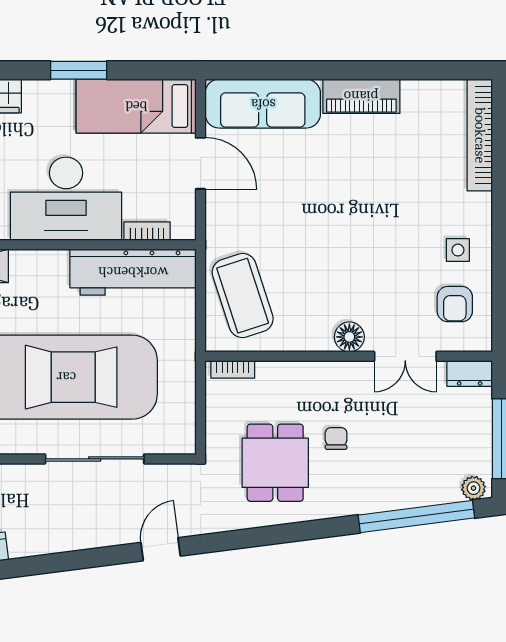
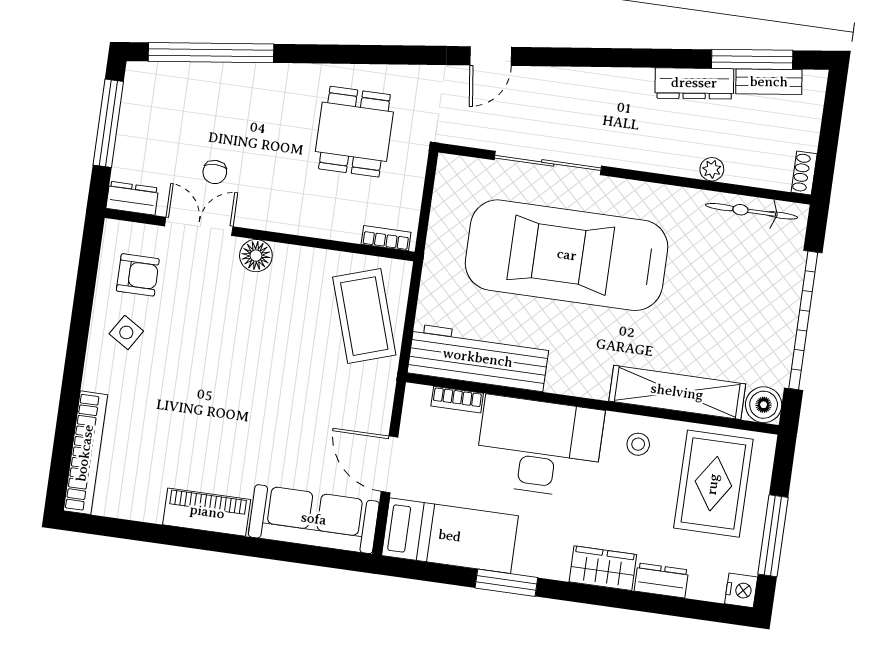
side table: (458, 250) -> (126, 332), turned 32
armchair: (455, 304) -> (138, 275), turned 90
chair: (336, 438) -> (215, 172), moved
plant: (474, 488) -> (145, 74), removed

